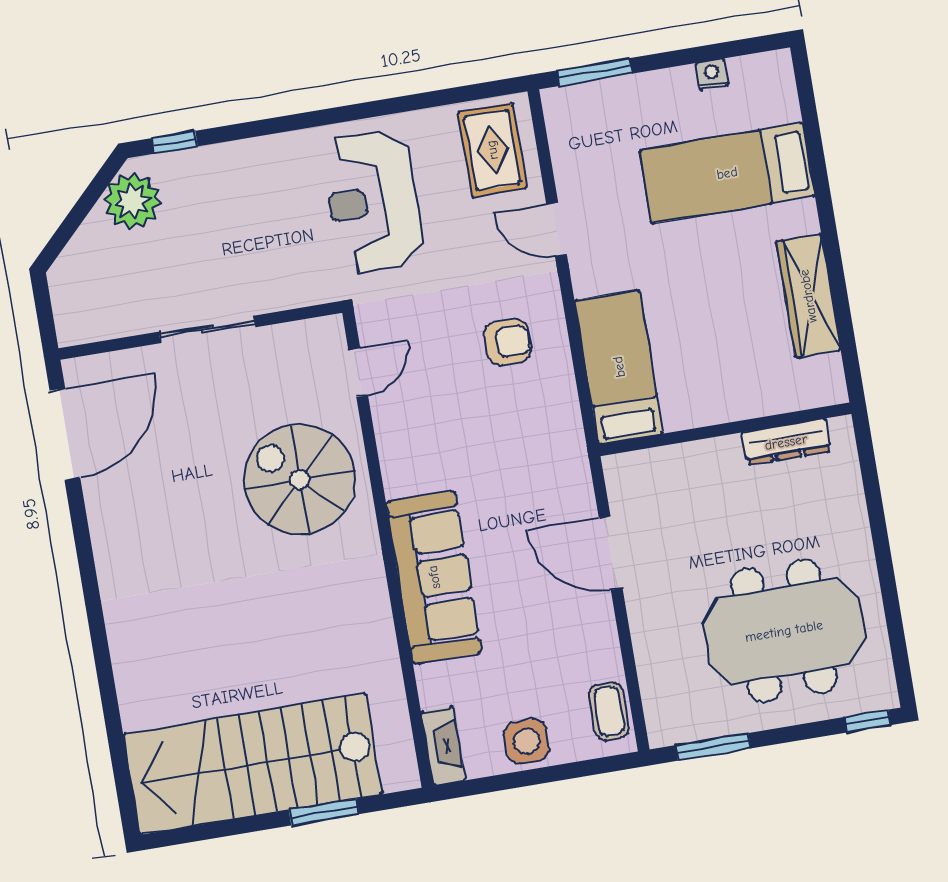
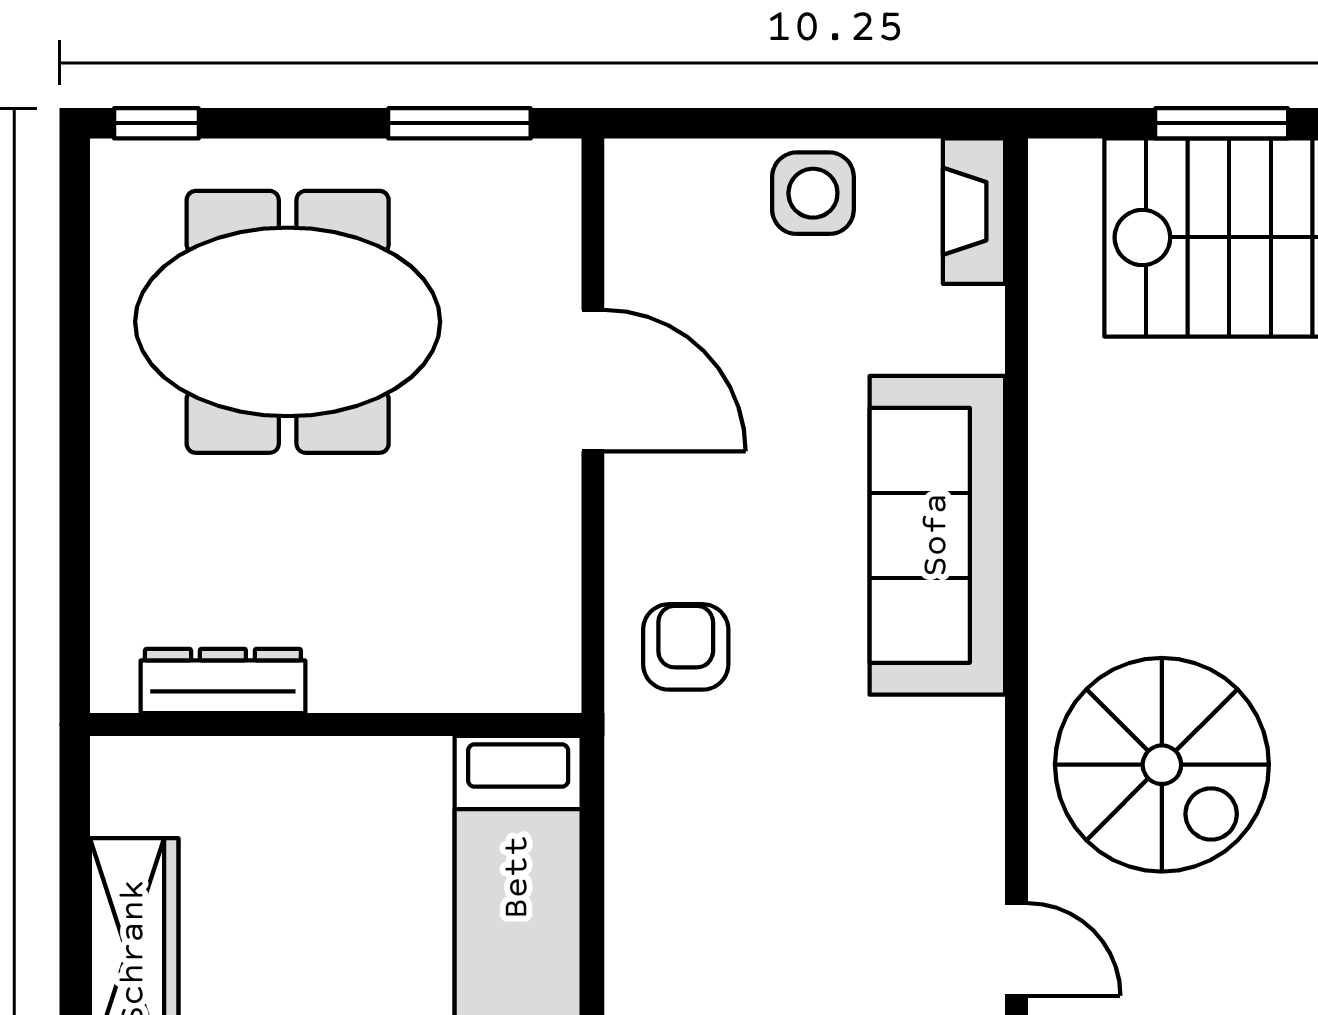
armchair: (507, 342) -> (686, 647), moved, turned 90
door: (358, 373) -> (1016, 950), swing flipped
door: (611, 553) -> (593, 381), moved
coffee table: (609, 711) -> (647, 224), removed

